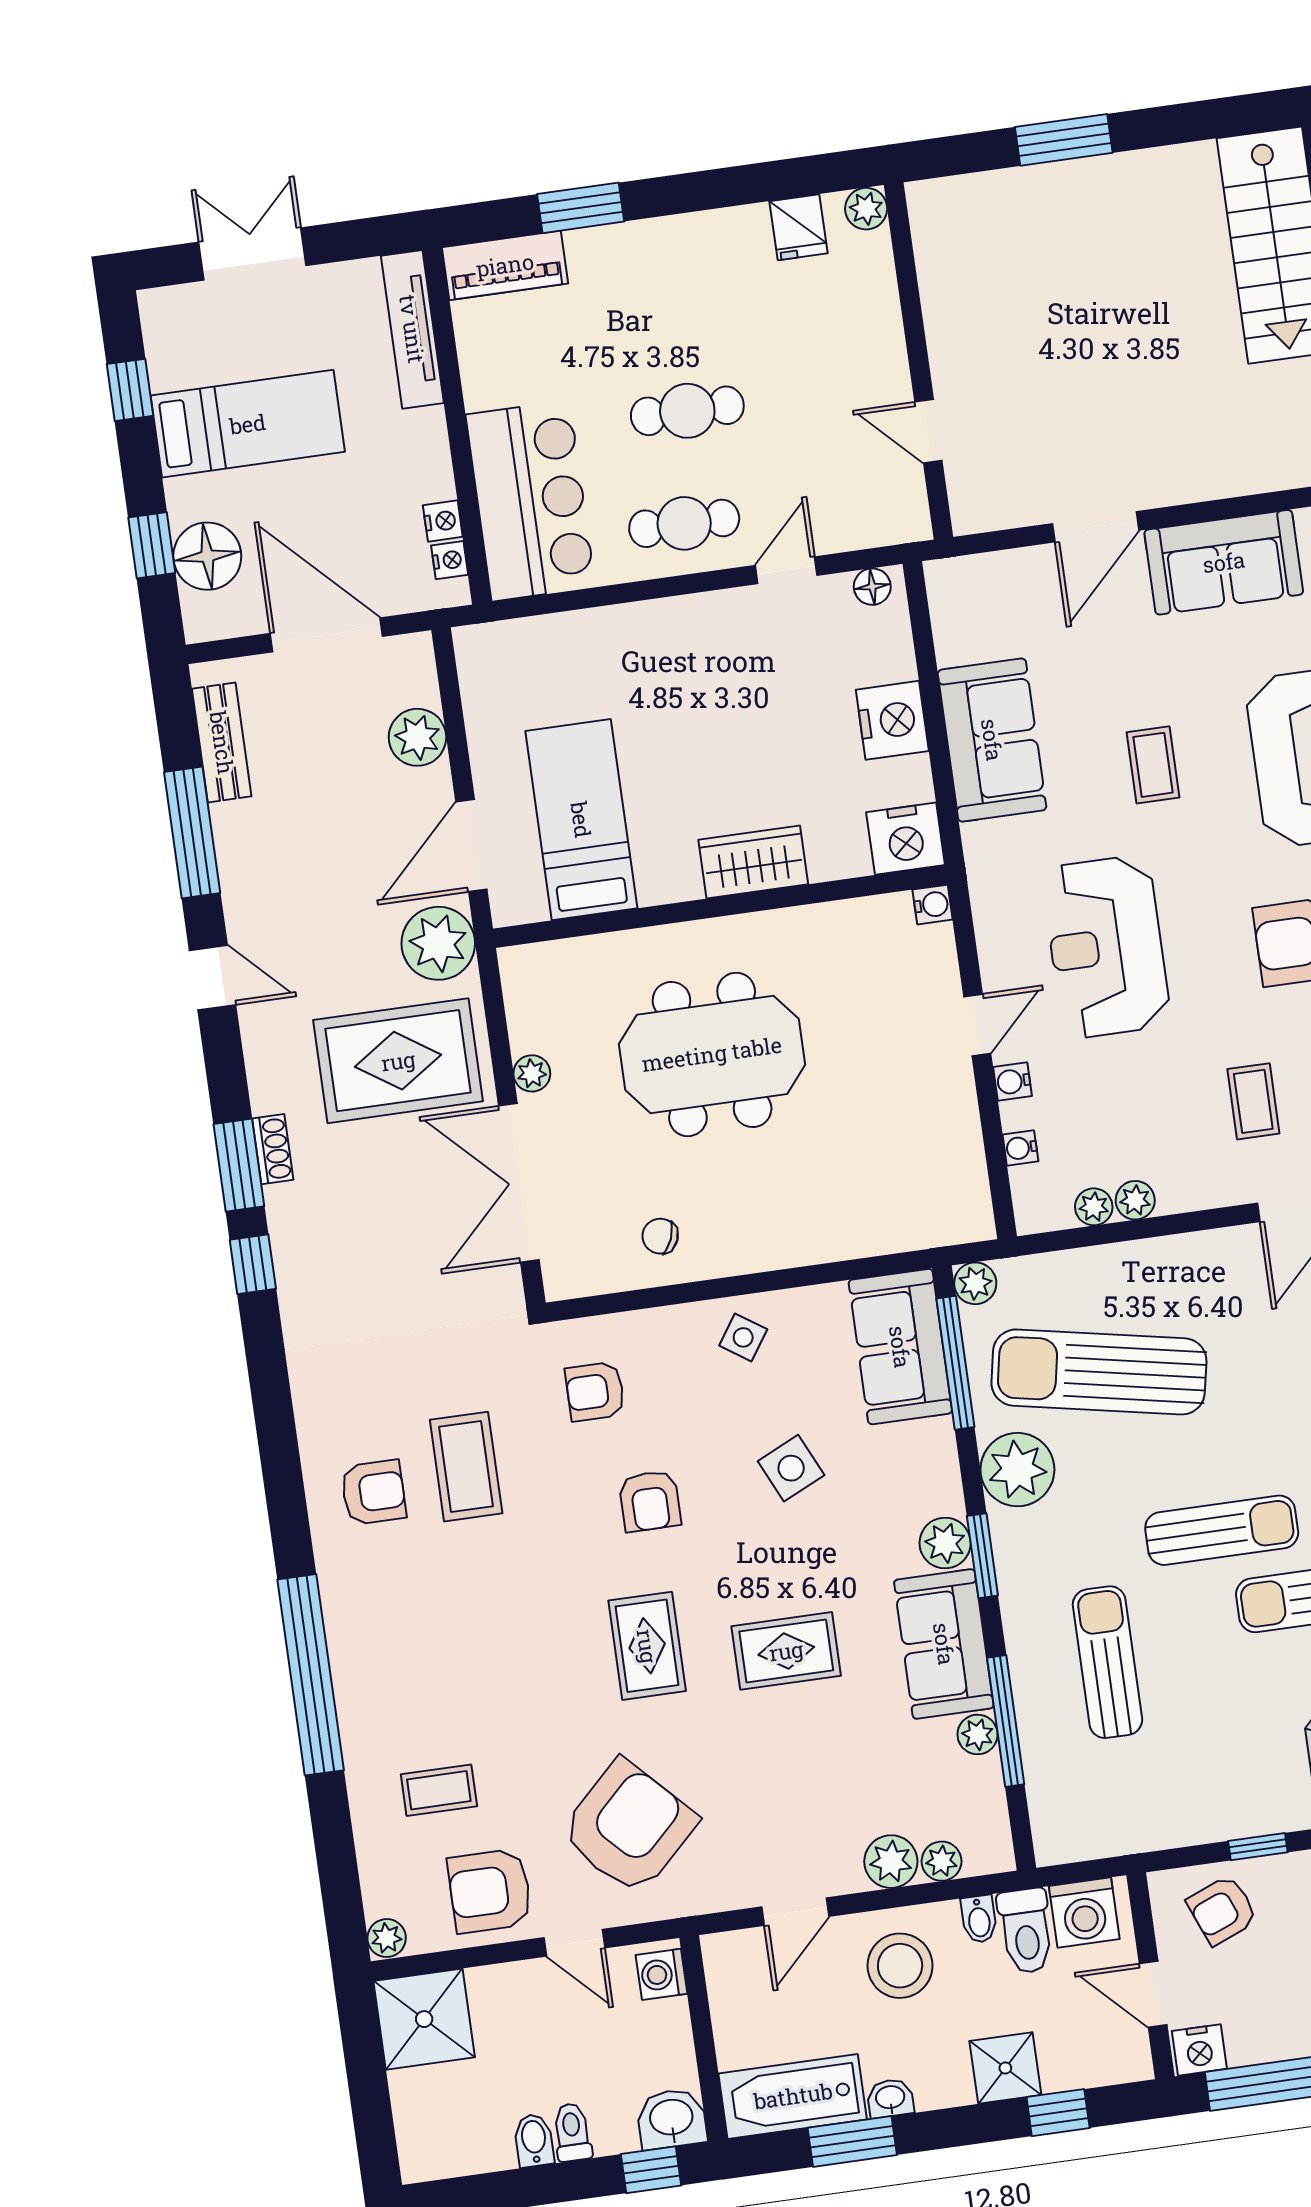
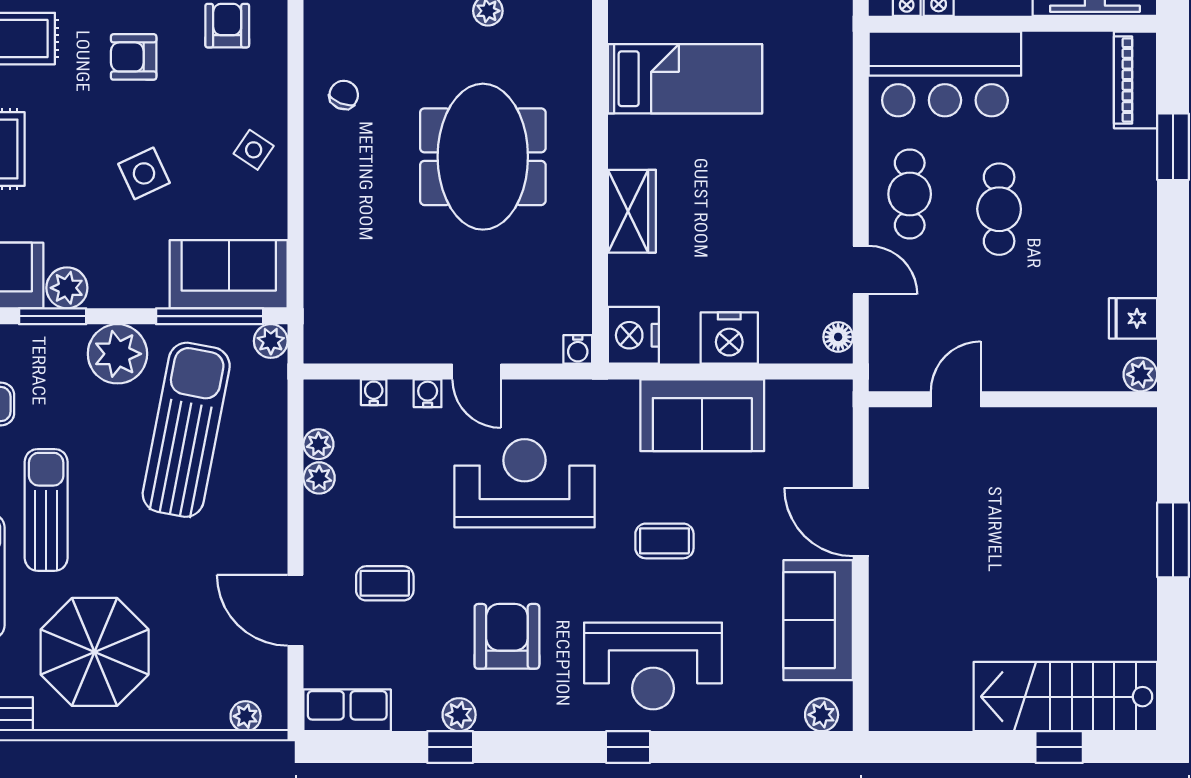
sun lounger: (1222, 1530) -> (46, 510), turned 180

